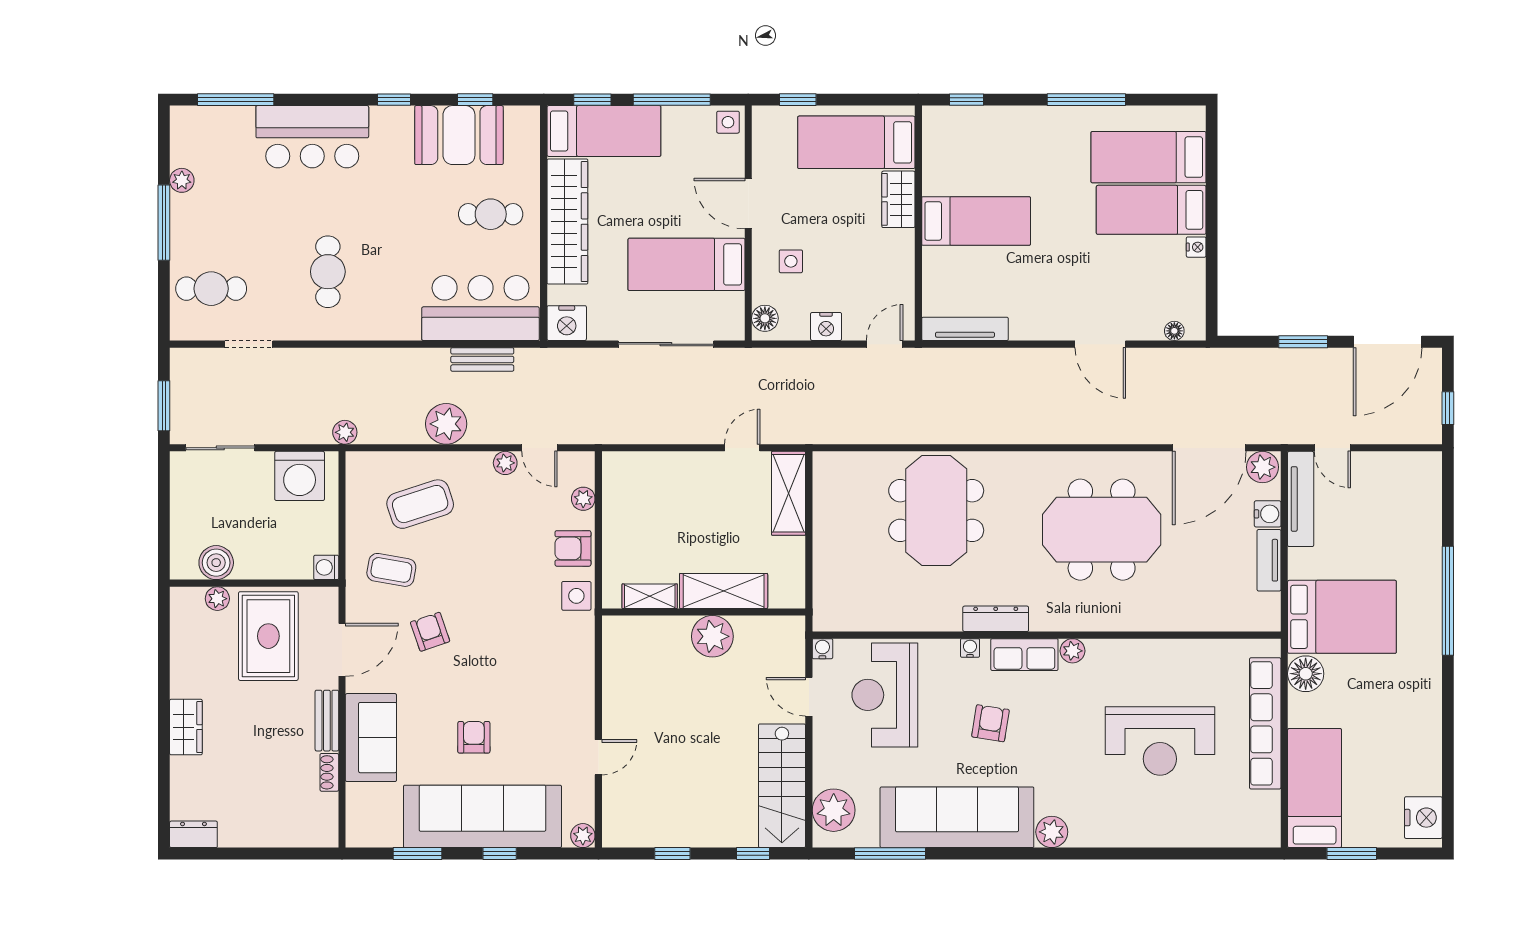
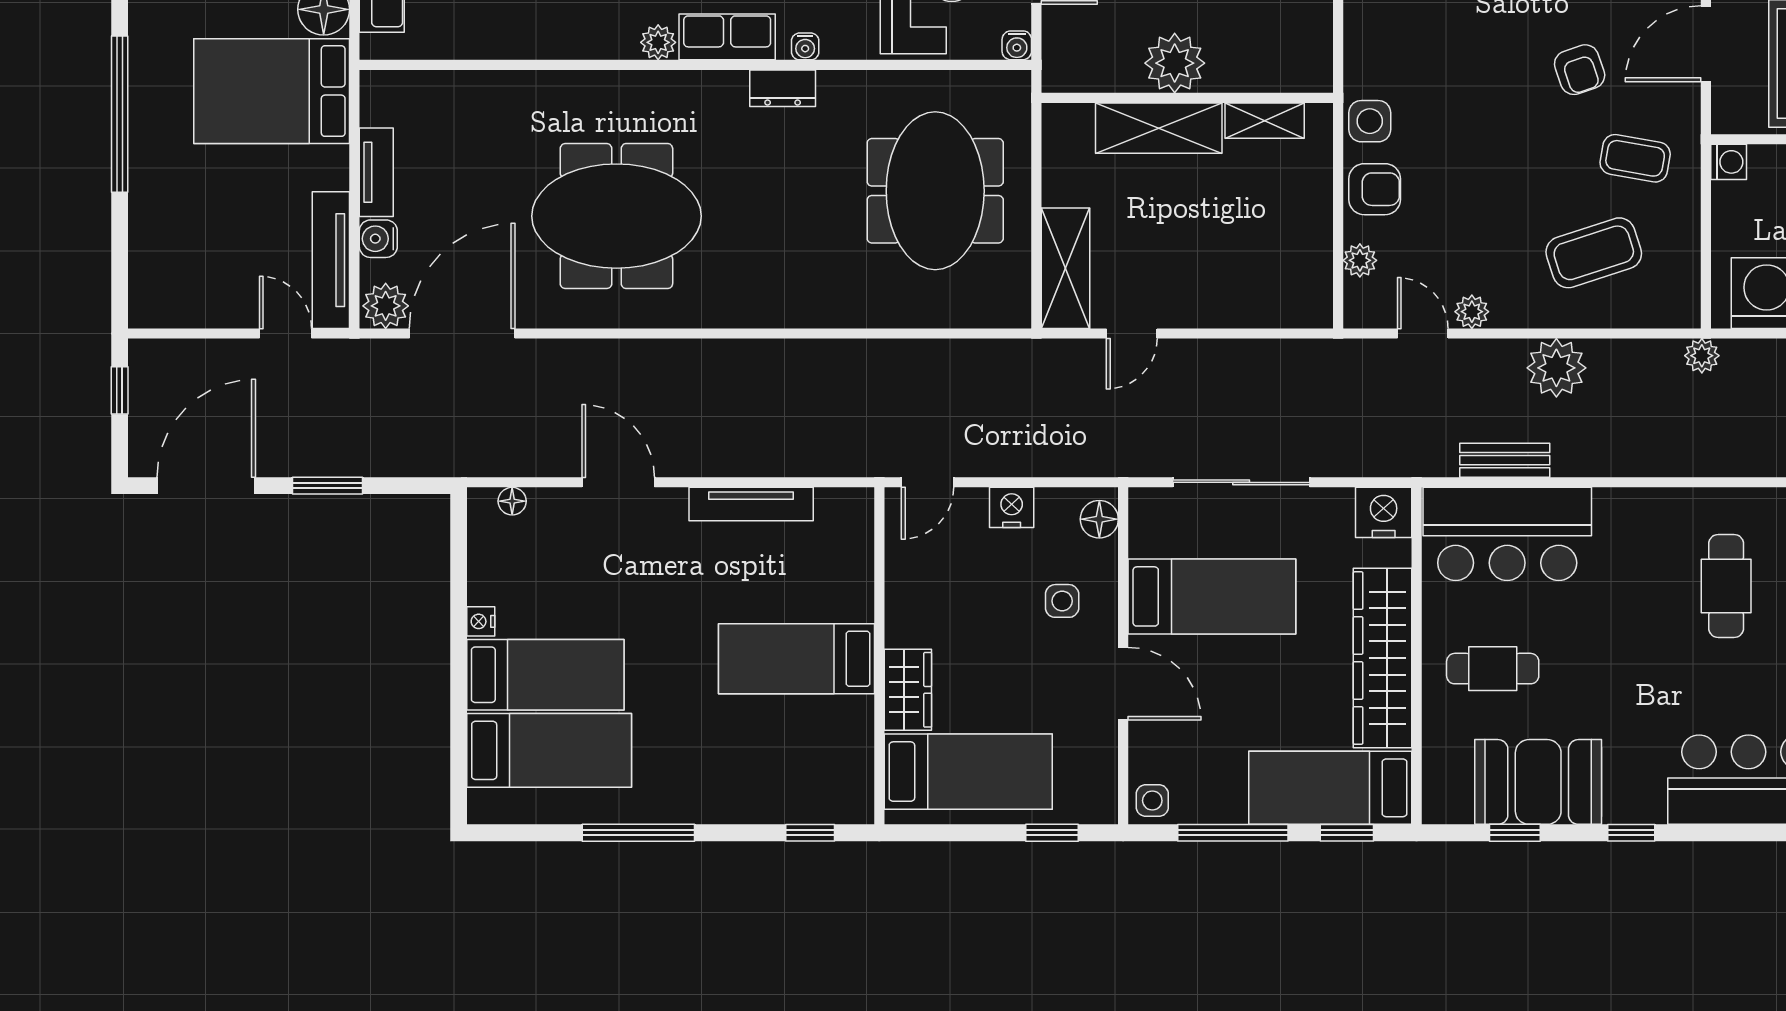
tv unit: (965, 329) -> (751, 504), moved
meeting table: (936, 511) -> (935, 191), moved
dresser: (996, 619) -> (783, 88), width x0.70

